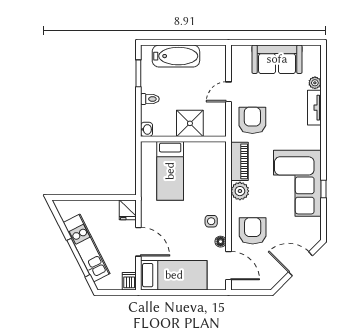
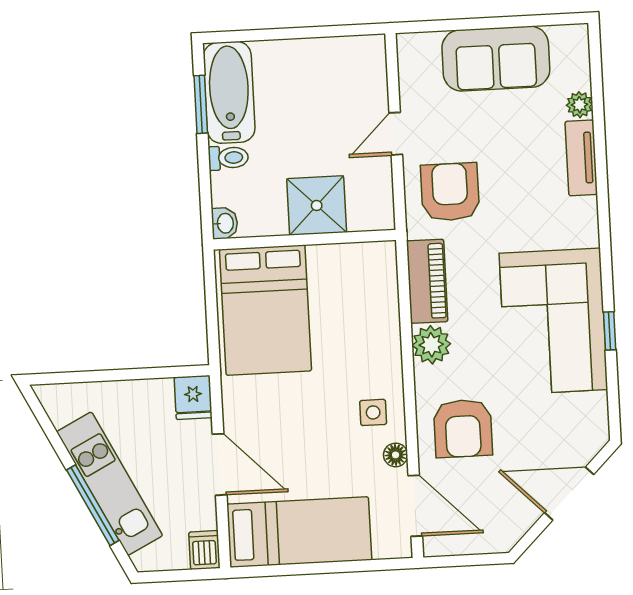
bathtub: (176, 56) -> (229, 92), moved, turned -90
bed: (170, 171) -> (266, 310), width x1.50
armchair: (253, 231) -> (463, 428), turned 180

